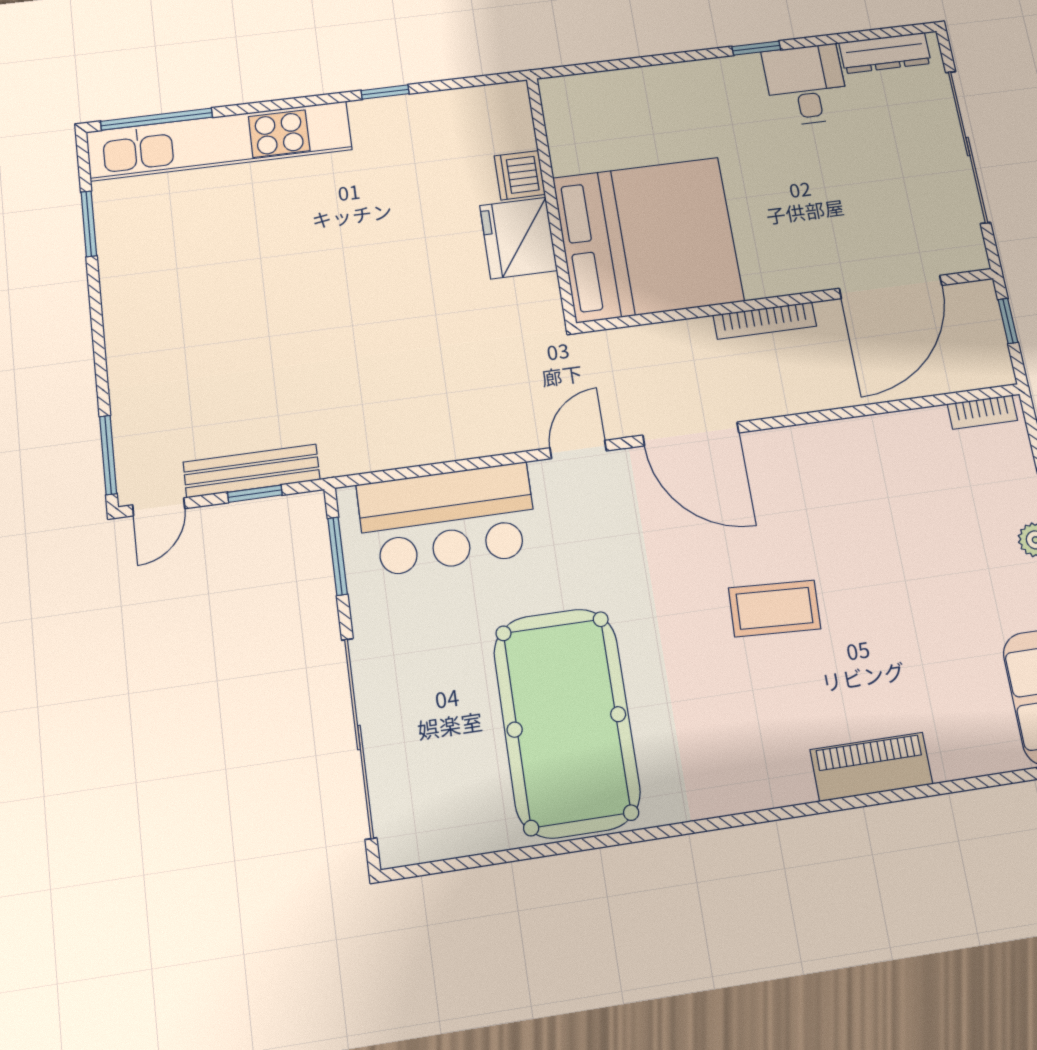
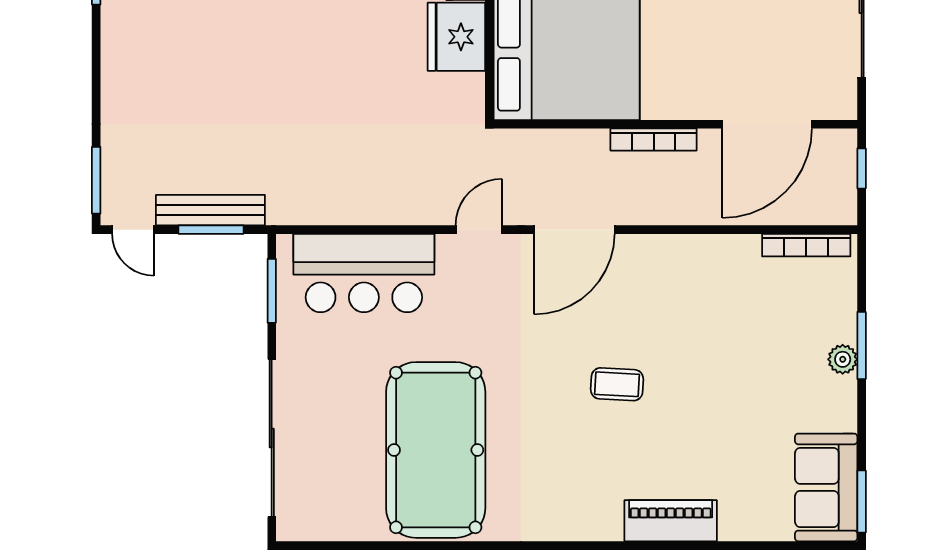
bookcase: (982, 412) -> (806, 245), width x1.56
door: (691, 434) -> (574, 230), hinge flipped
window: (255, 494) -> (211, 230), width x1.50
door: (159, 507) -> (133, 230), hinge flipped
coffee table: (775, 608) -> (617, 384), width x0.73, depth x0.77

